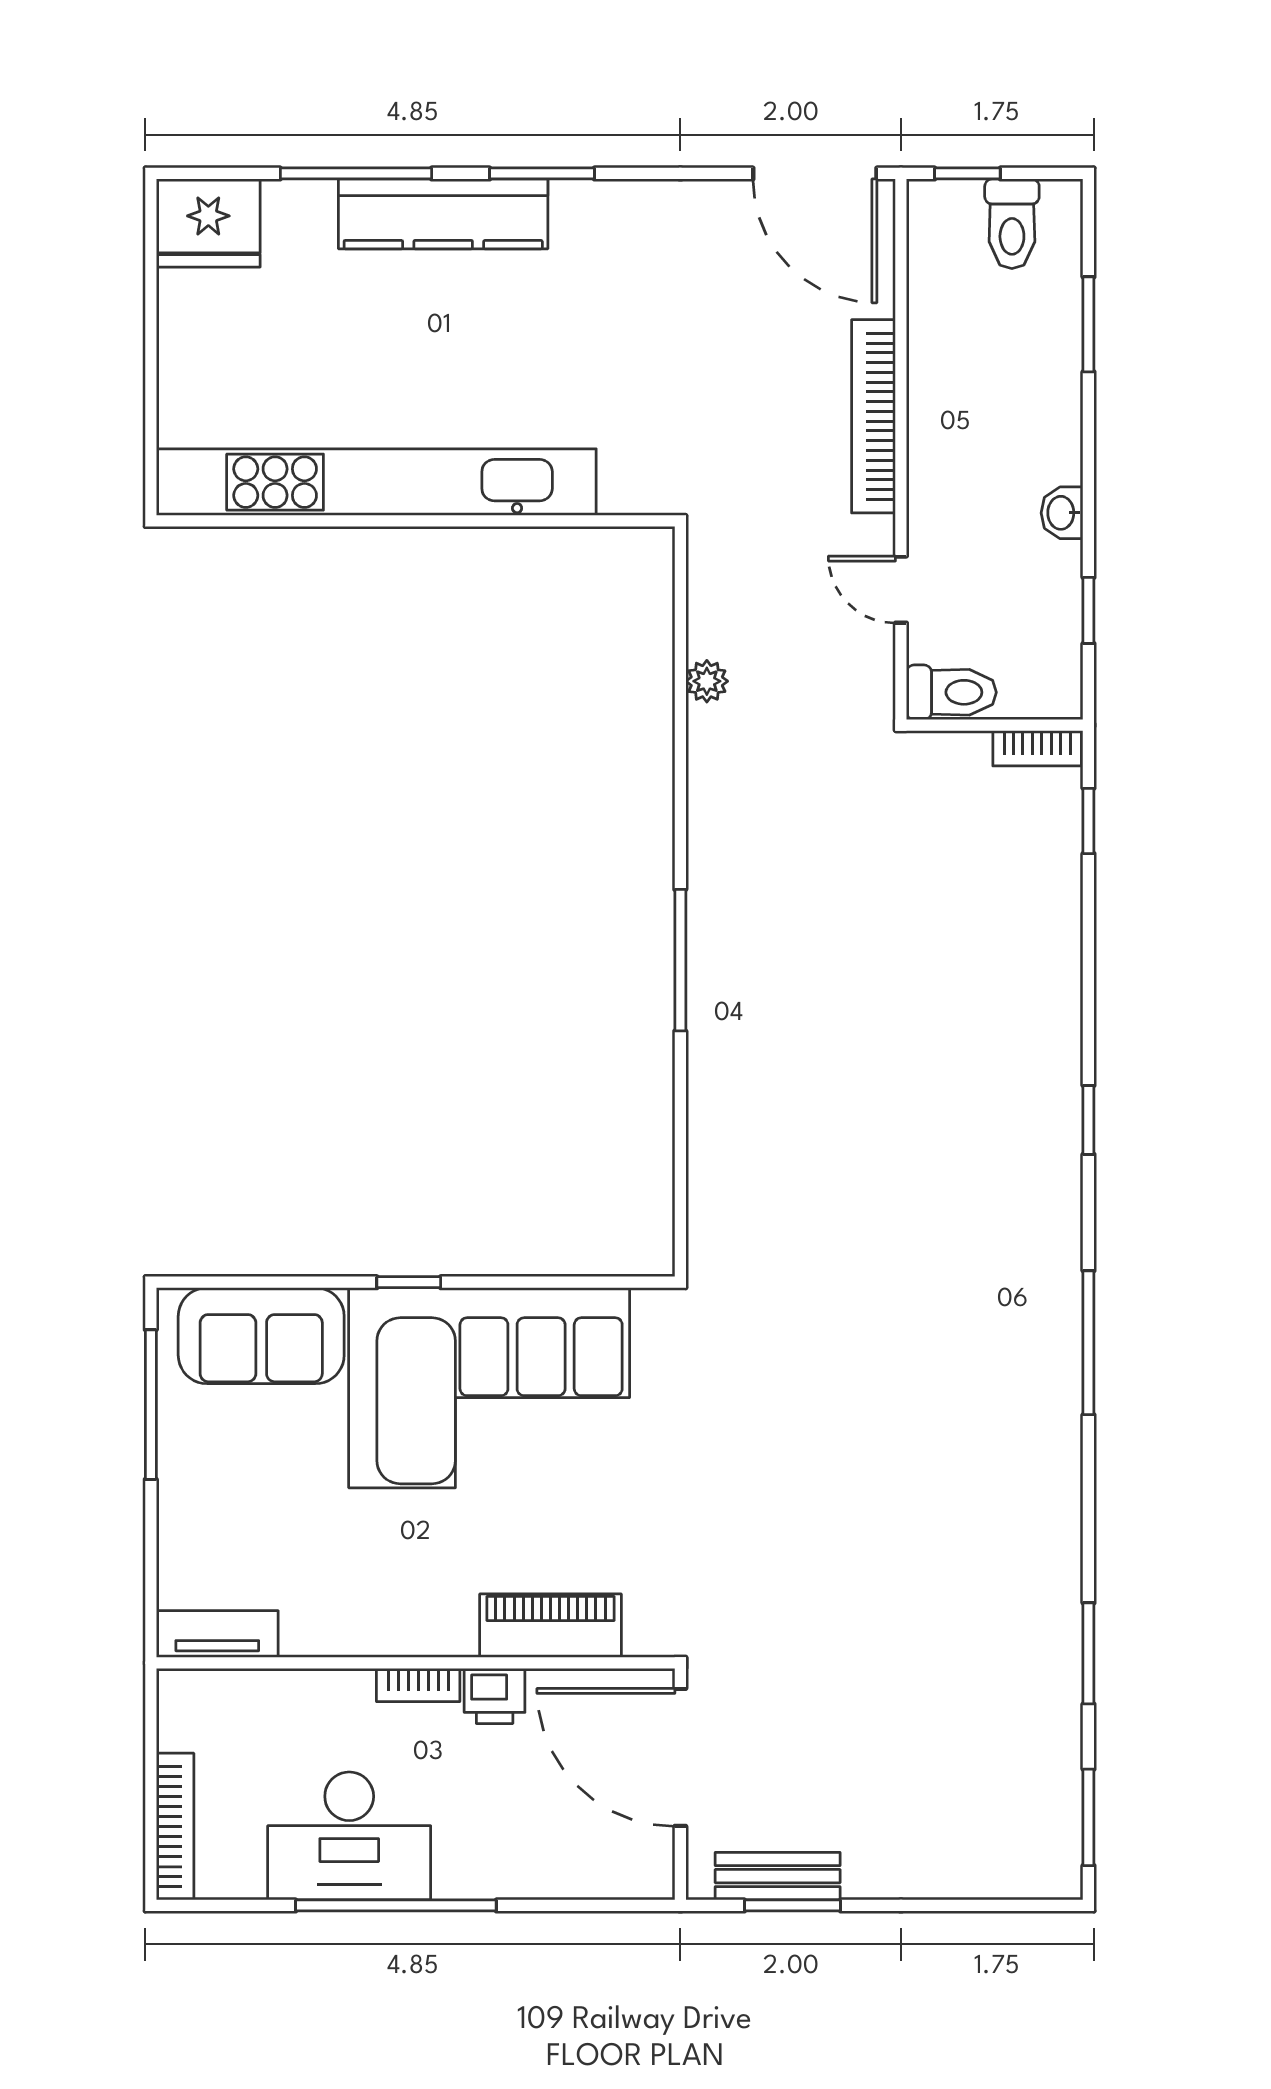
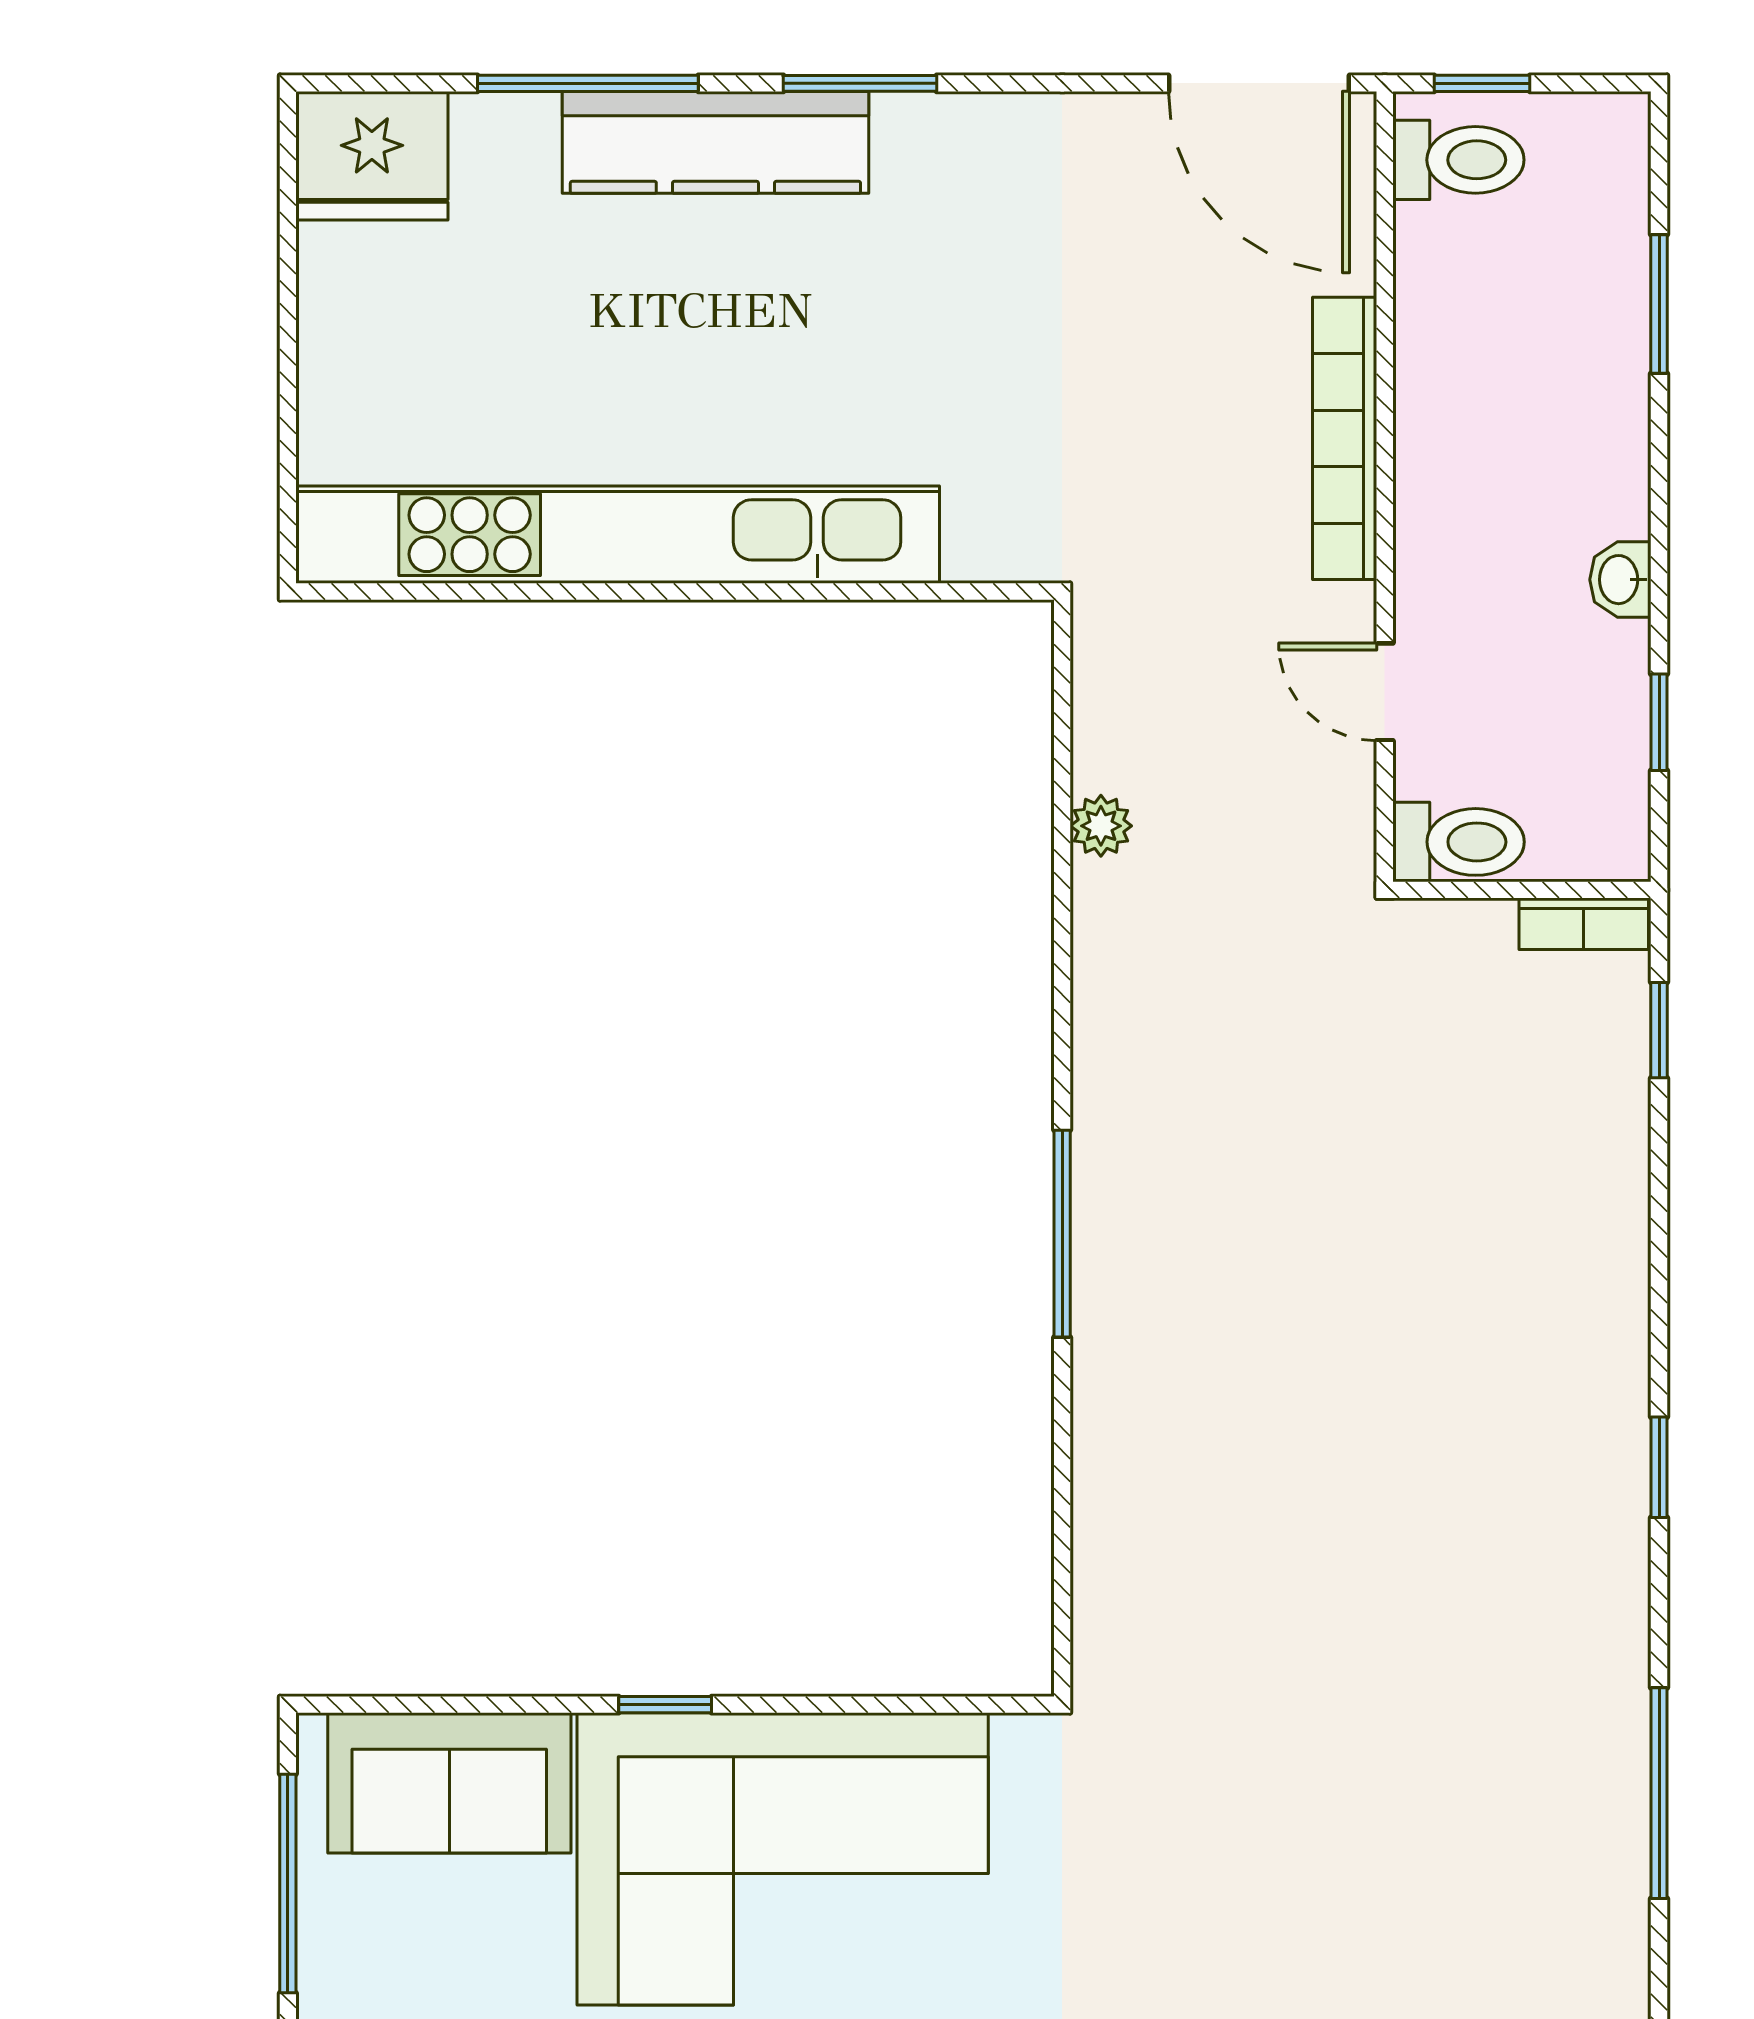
toilet: (1012, 224) -> (1458, 160), moved, turned -90

